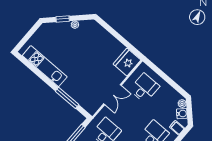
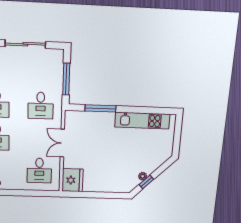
window: (63, 19) -> (146, 182), moved

